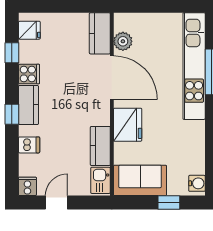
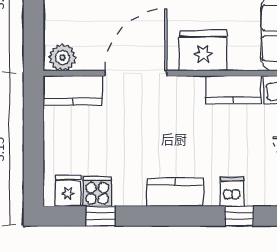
plant: (123, 41) -> (62, 58), moved
cooker: (29, 74) -> (97, 191), moved
window: (12, 114) -> (239, 216), moved

